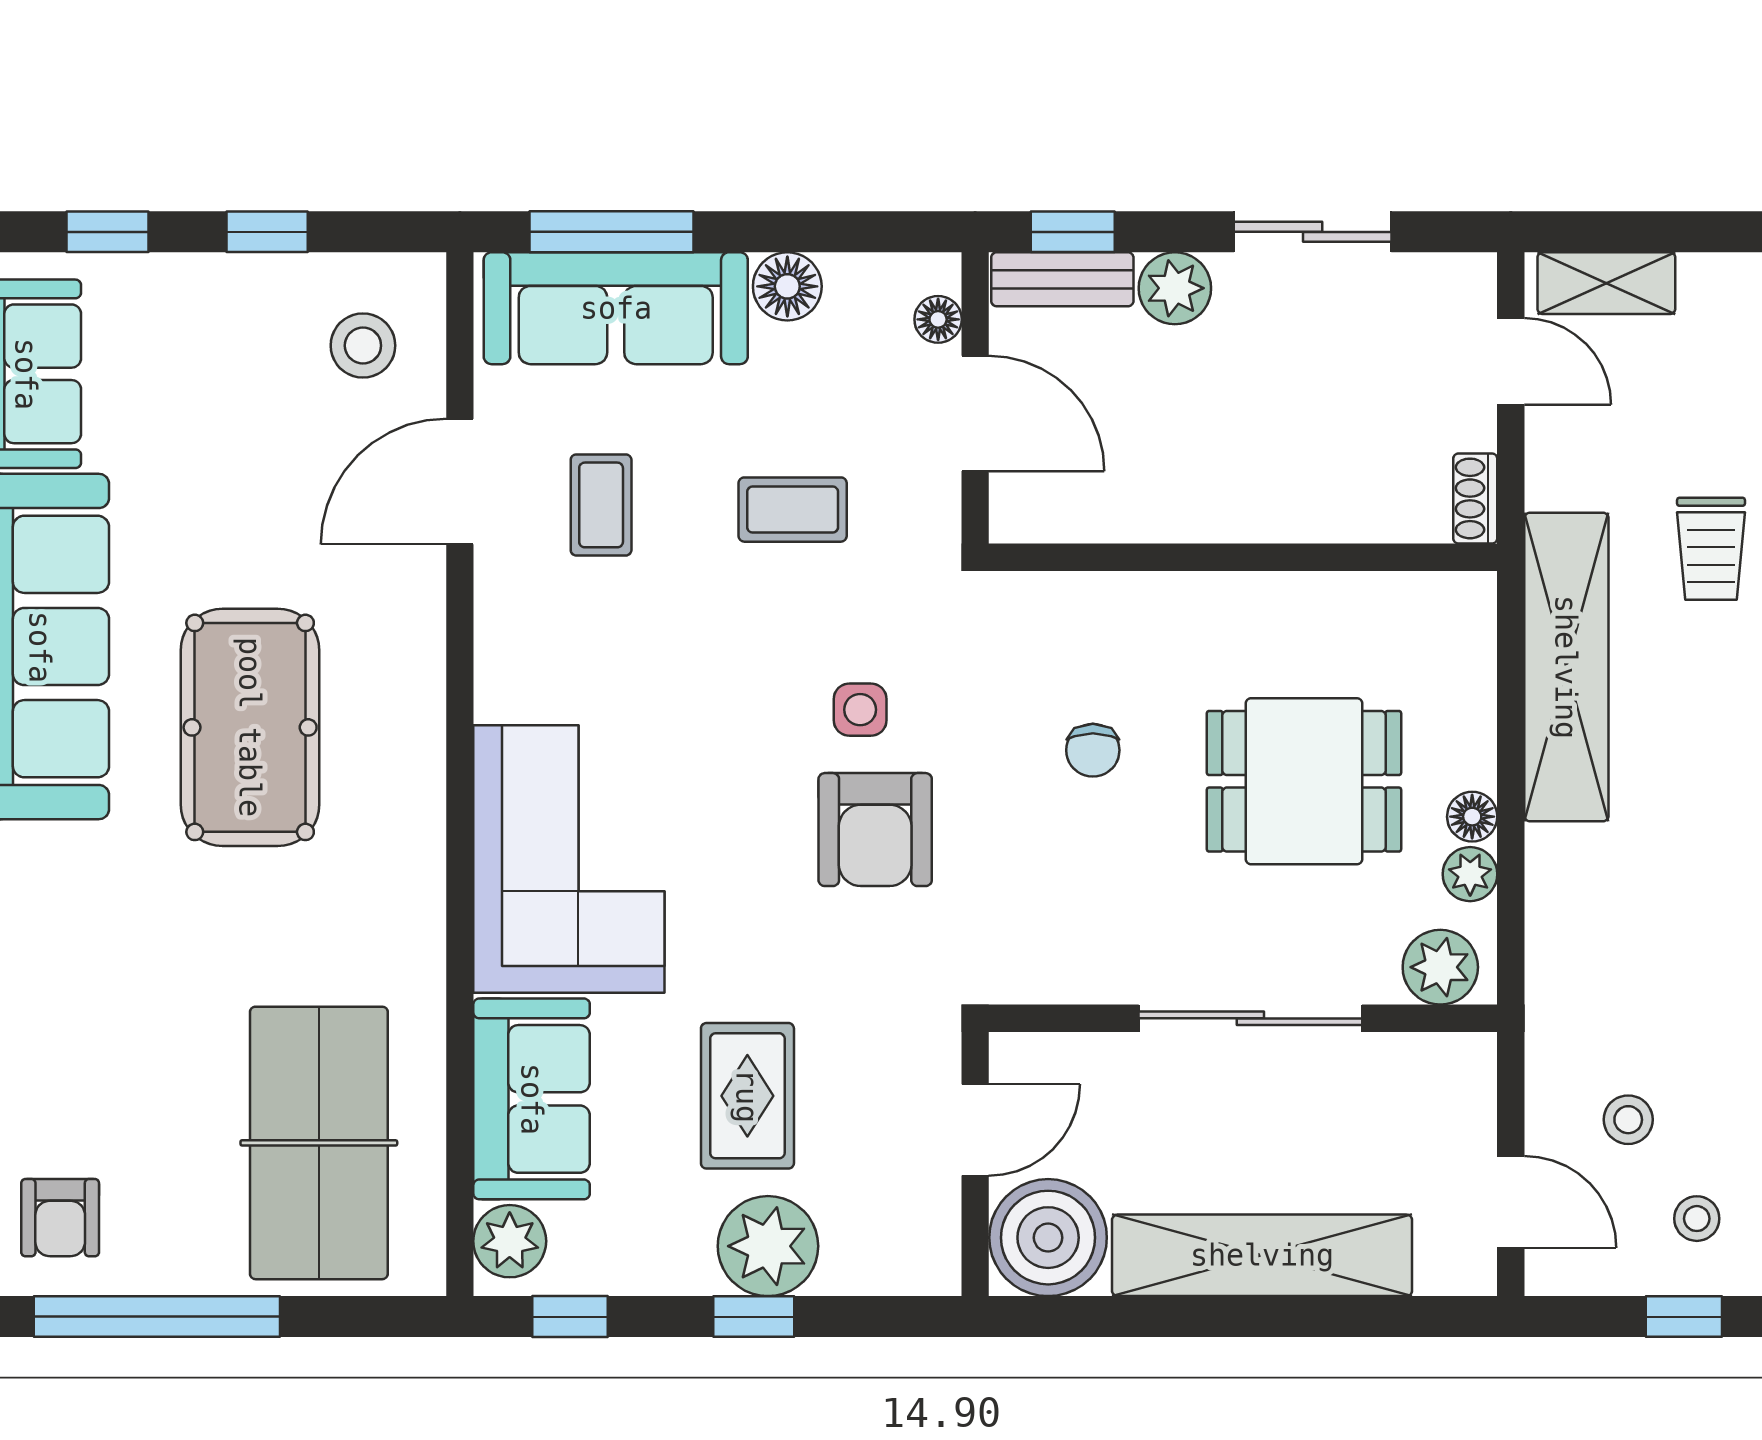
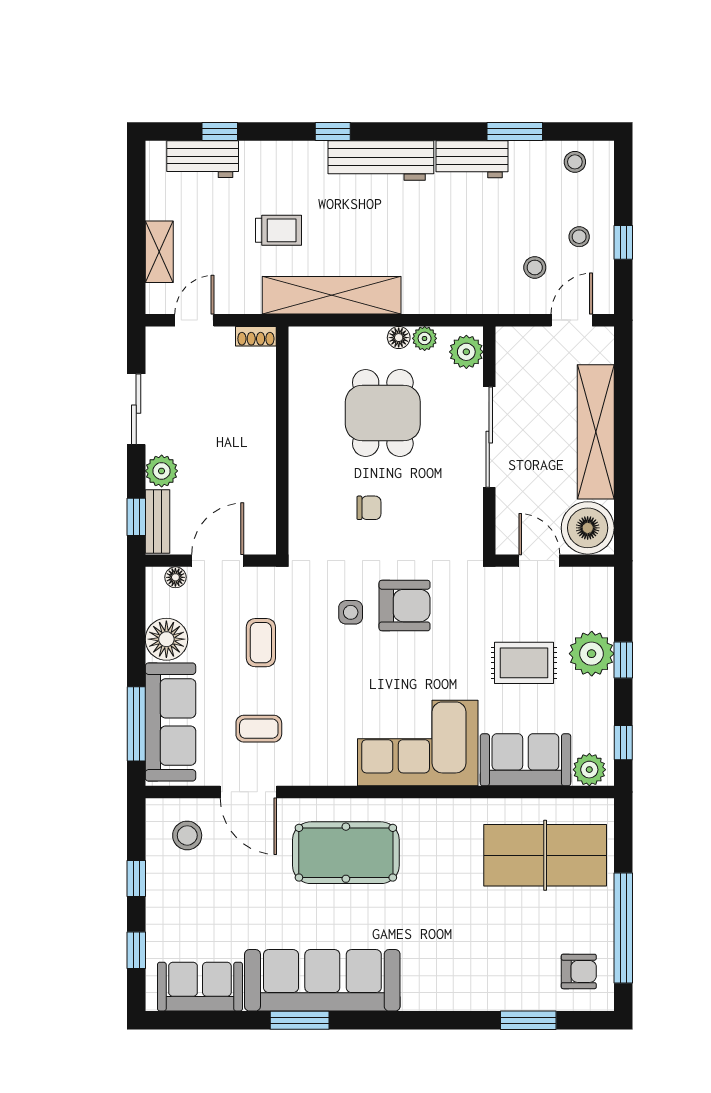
shelving: (1606, 283) -> (159, 252), moved
floor lamp: (787, 286) -> (166, 639), width x1.38, depth x1.38
pool table: (250, 727) -> (346, 853), moved

